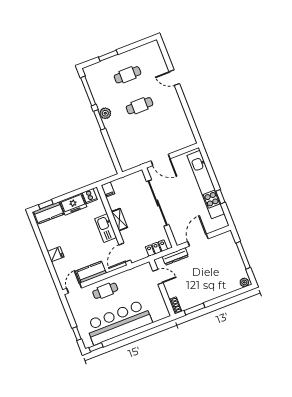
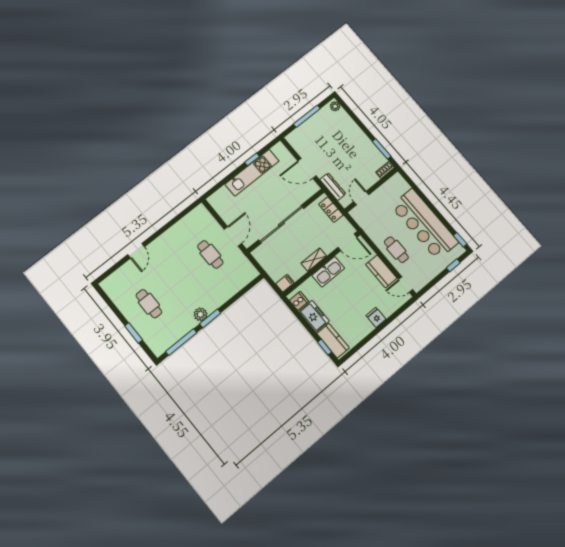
cafe table: (140, 106) -> (210, 254), moved
kitchen unit: (206, 185) -> (252, 173), width x0.73

